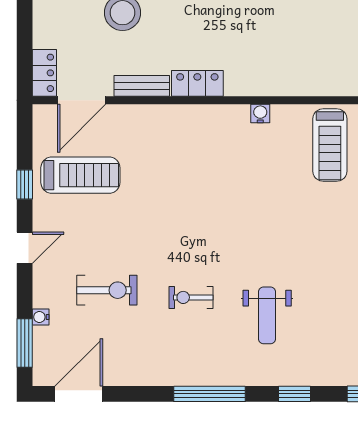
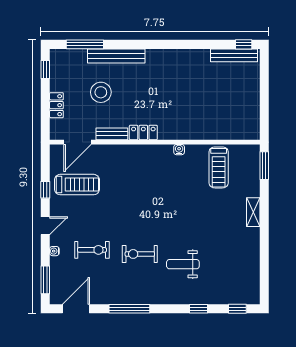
locker: (44, 73) -> (56, 105), moved
exercise bike: (191, 297) -> (140, 254), width x1.38, depth x1.39
weight bench: (267, 315) -> (183, 264), turned 90
water cooler: (41, 317) -> (54, 251), moved
window: (210, 394) -> (129, 309), moved

